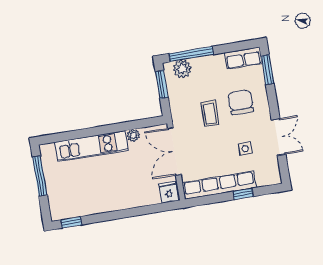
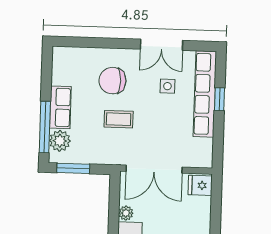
row of seats: (243, 58) -> (60, 107), moved
window: (267, 70) -> (81, 42), removed
double door: (279, 137) -> (162, 45), swing flipped
row of seats: (219, 185) -> (205, 94), moved

